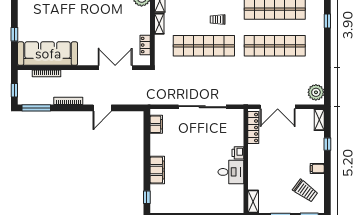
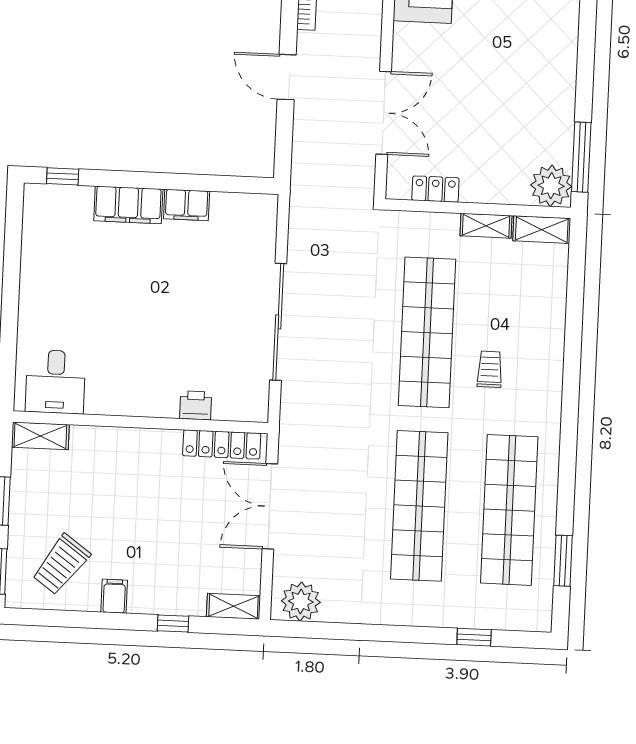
filing cabinet: (156, 124) -> (187, 205), moved
printer: (238, 153) -> (196, 405), moved
desk: (231, 172) -> (55, 382), moved

